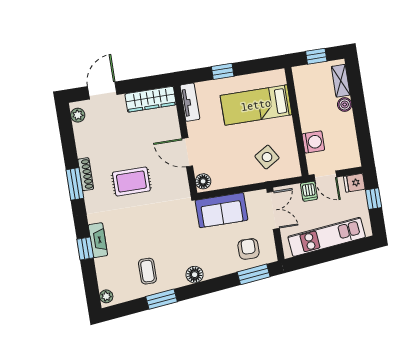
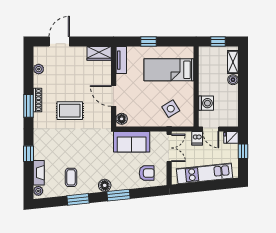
wardrobe: (151, 99) -> (99, 53), width x0.67
plant: (78, 115) -> (39, 69), moved
fireplace: (98, 240) -> (39, 173), moved
armchair: (249, 249) -> (147, 173), turned 90
window: (254, 274) -> (119, 195), moved

